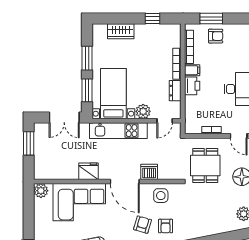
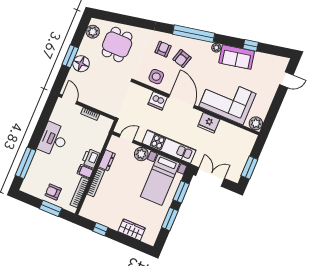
dining table: (205, 165) -> (117, 44), moved

